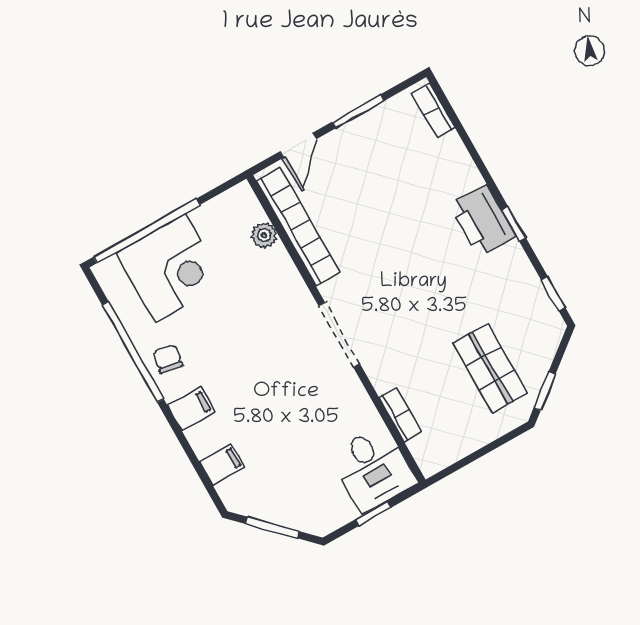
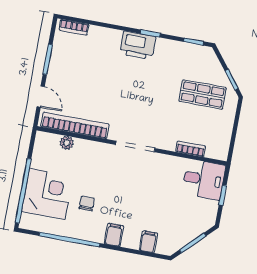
chair: (168, 359) -> (87, 203), moved, turned 81

